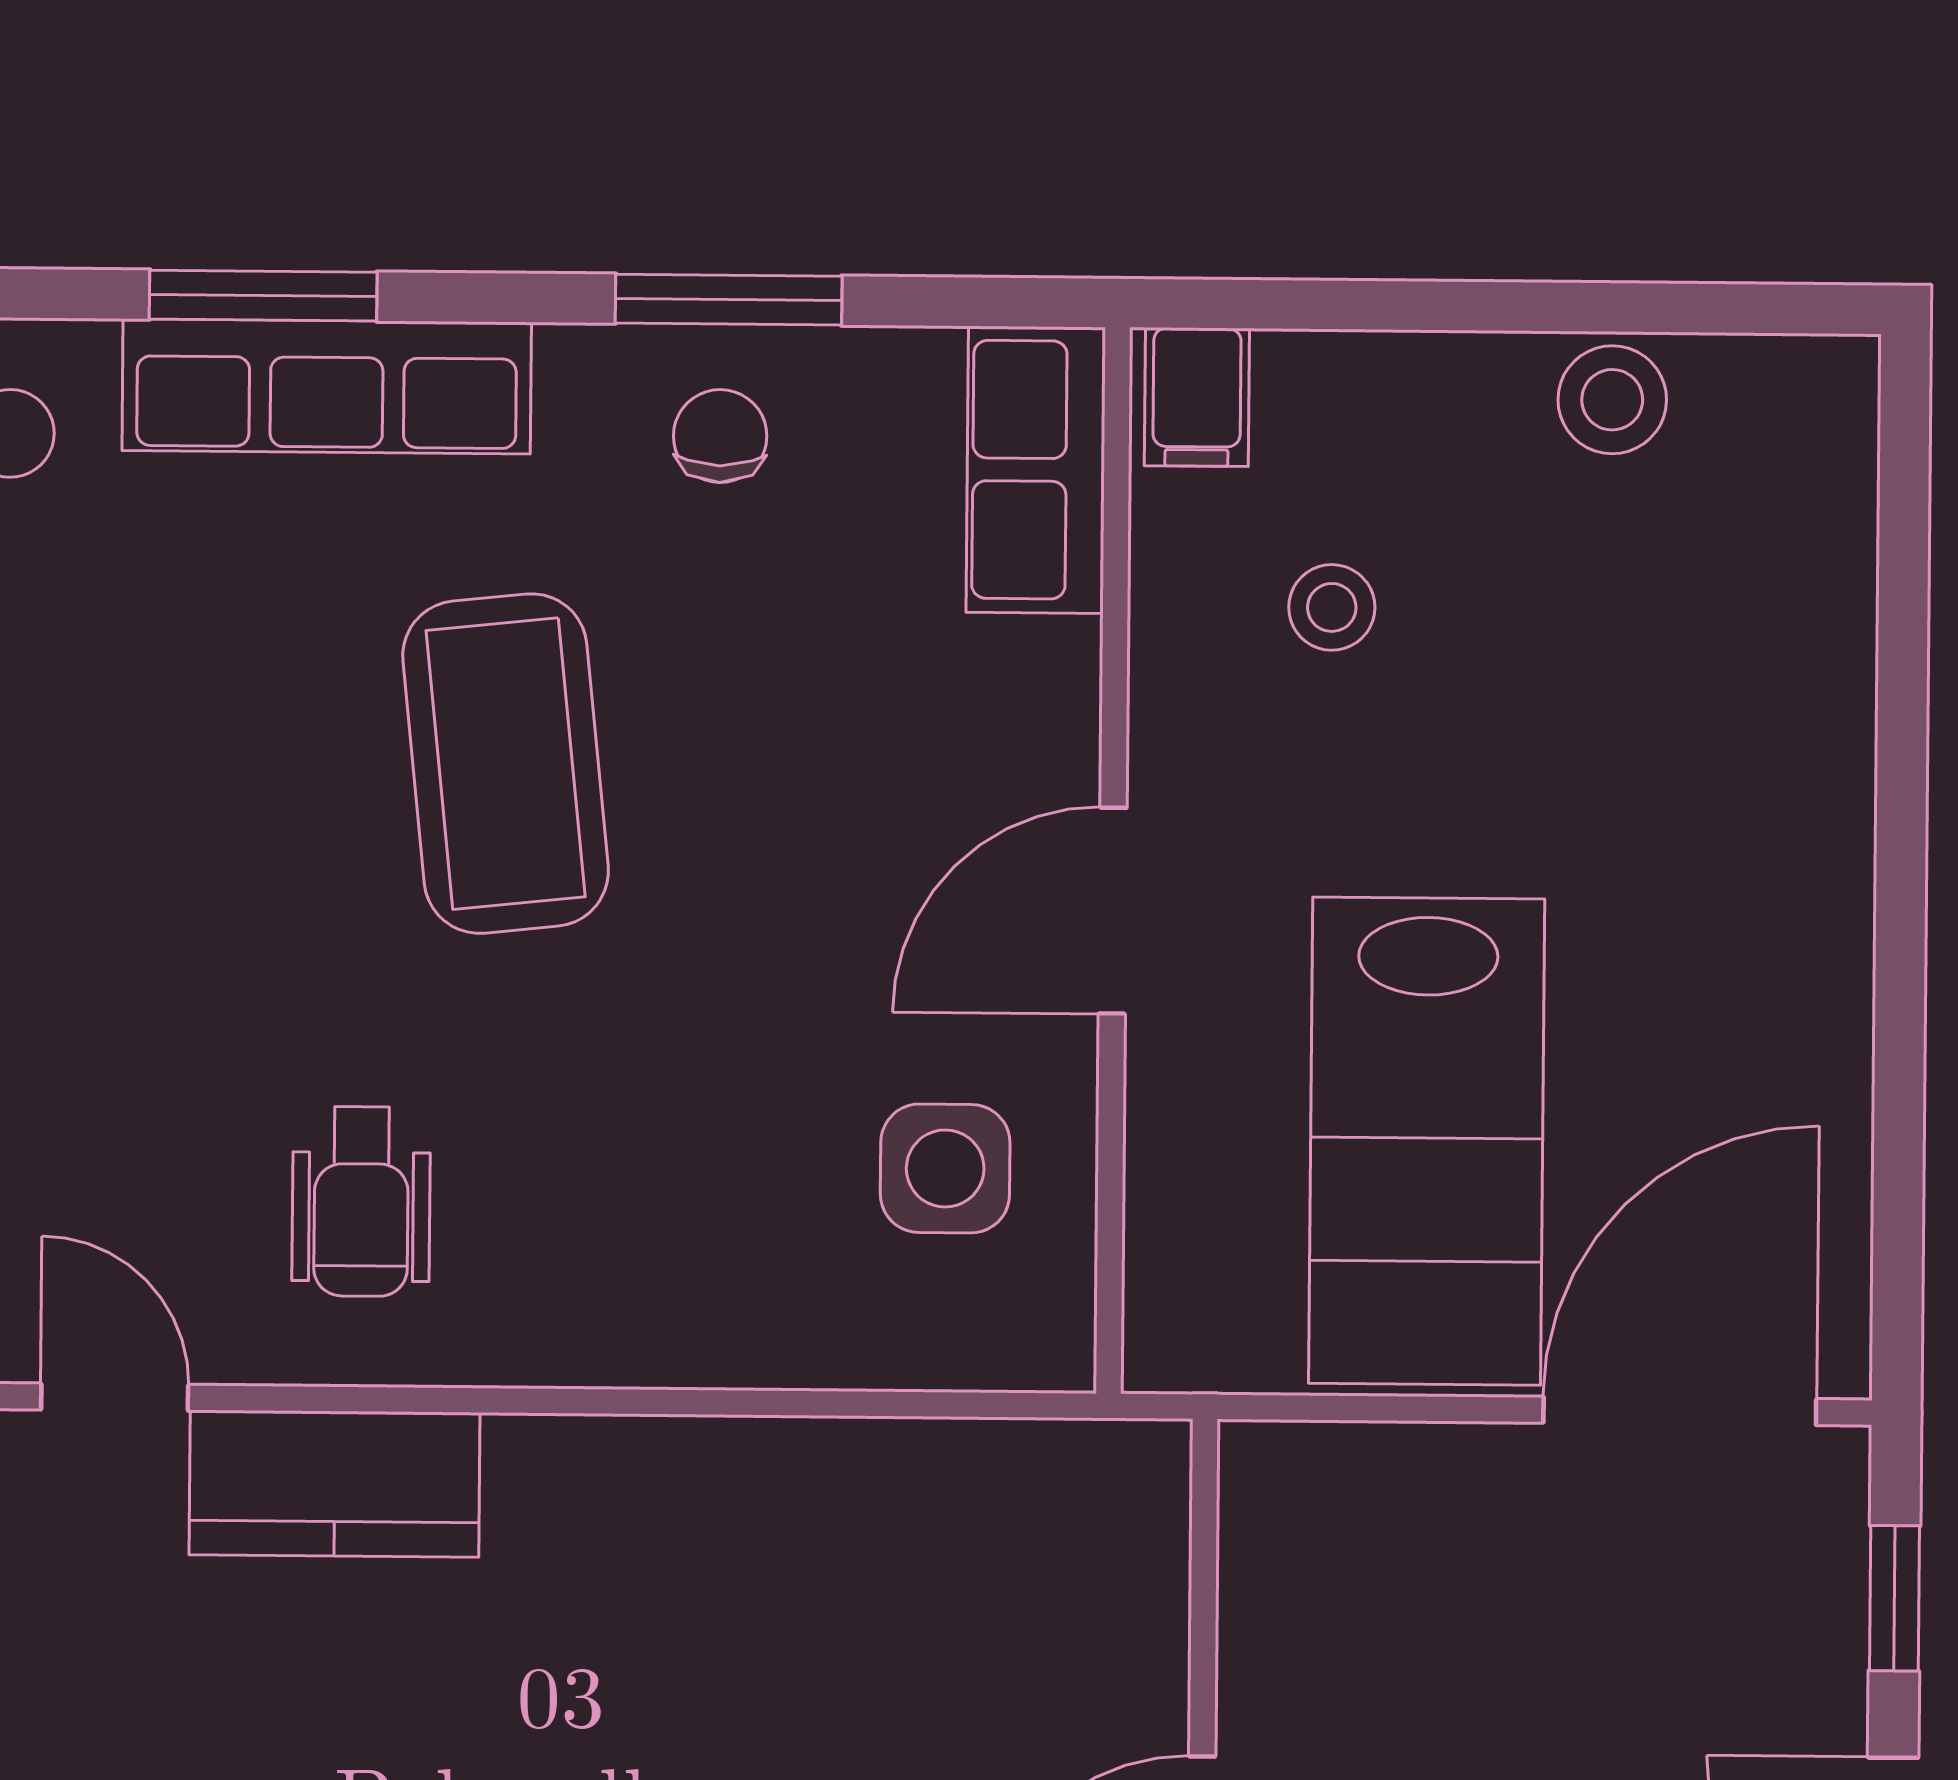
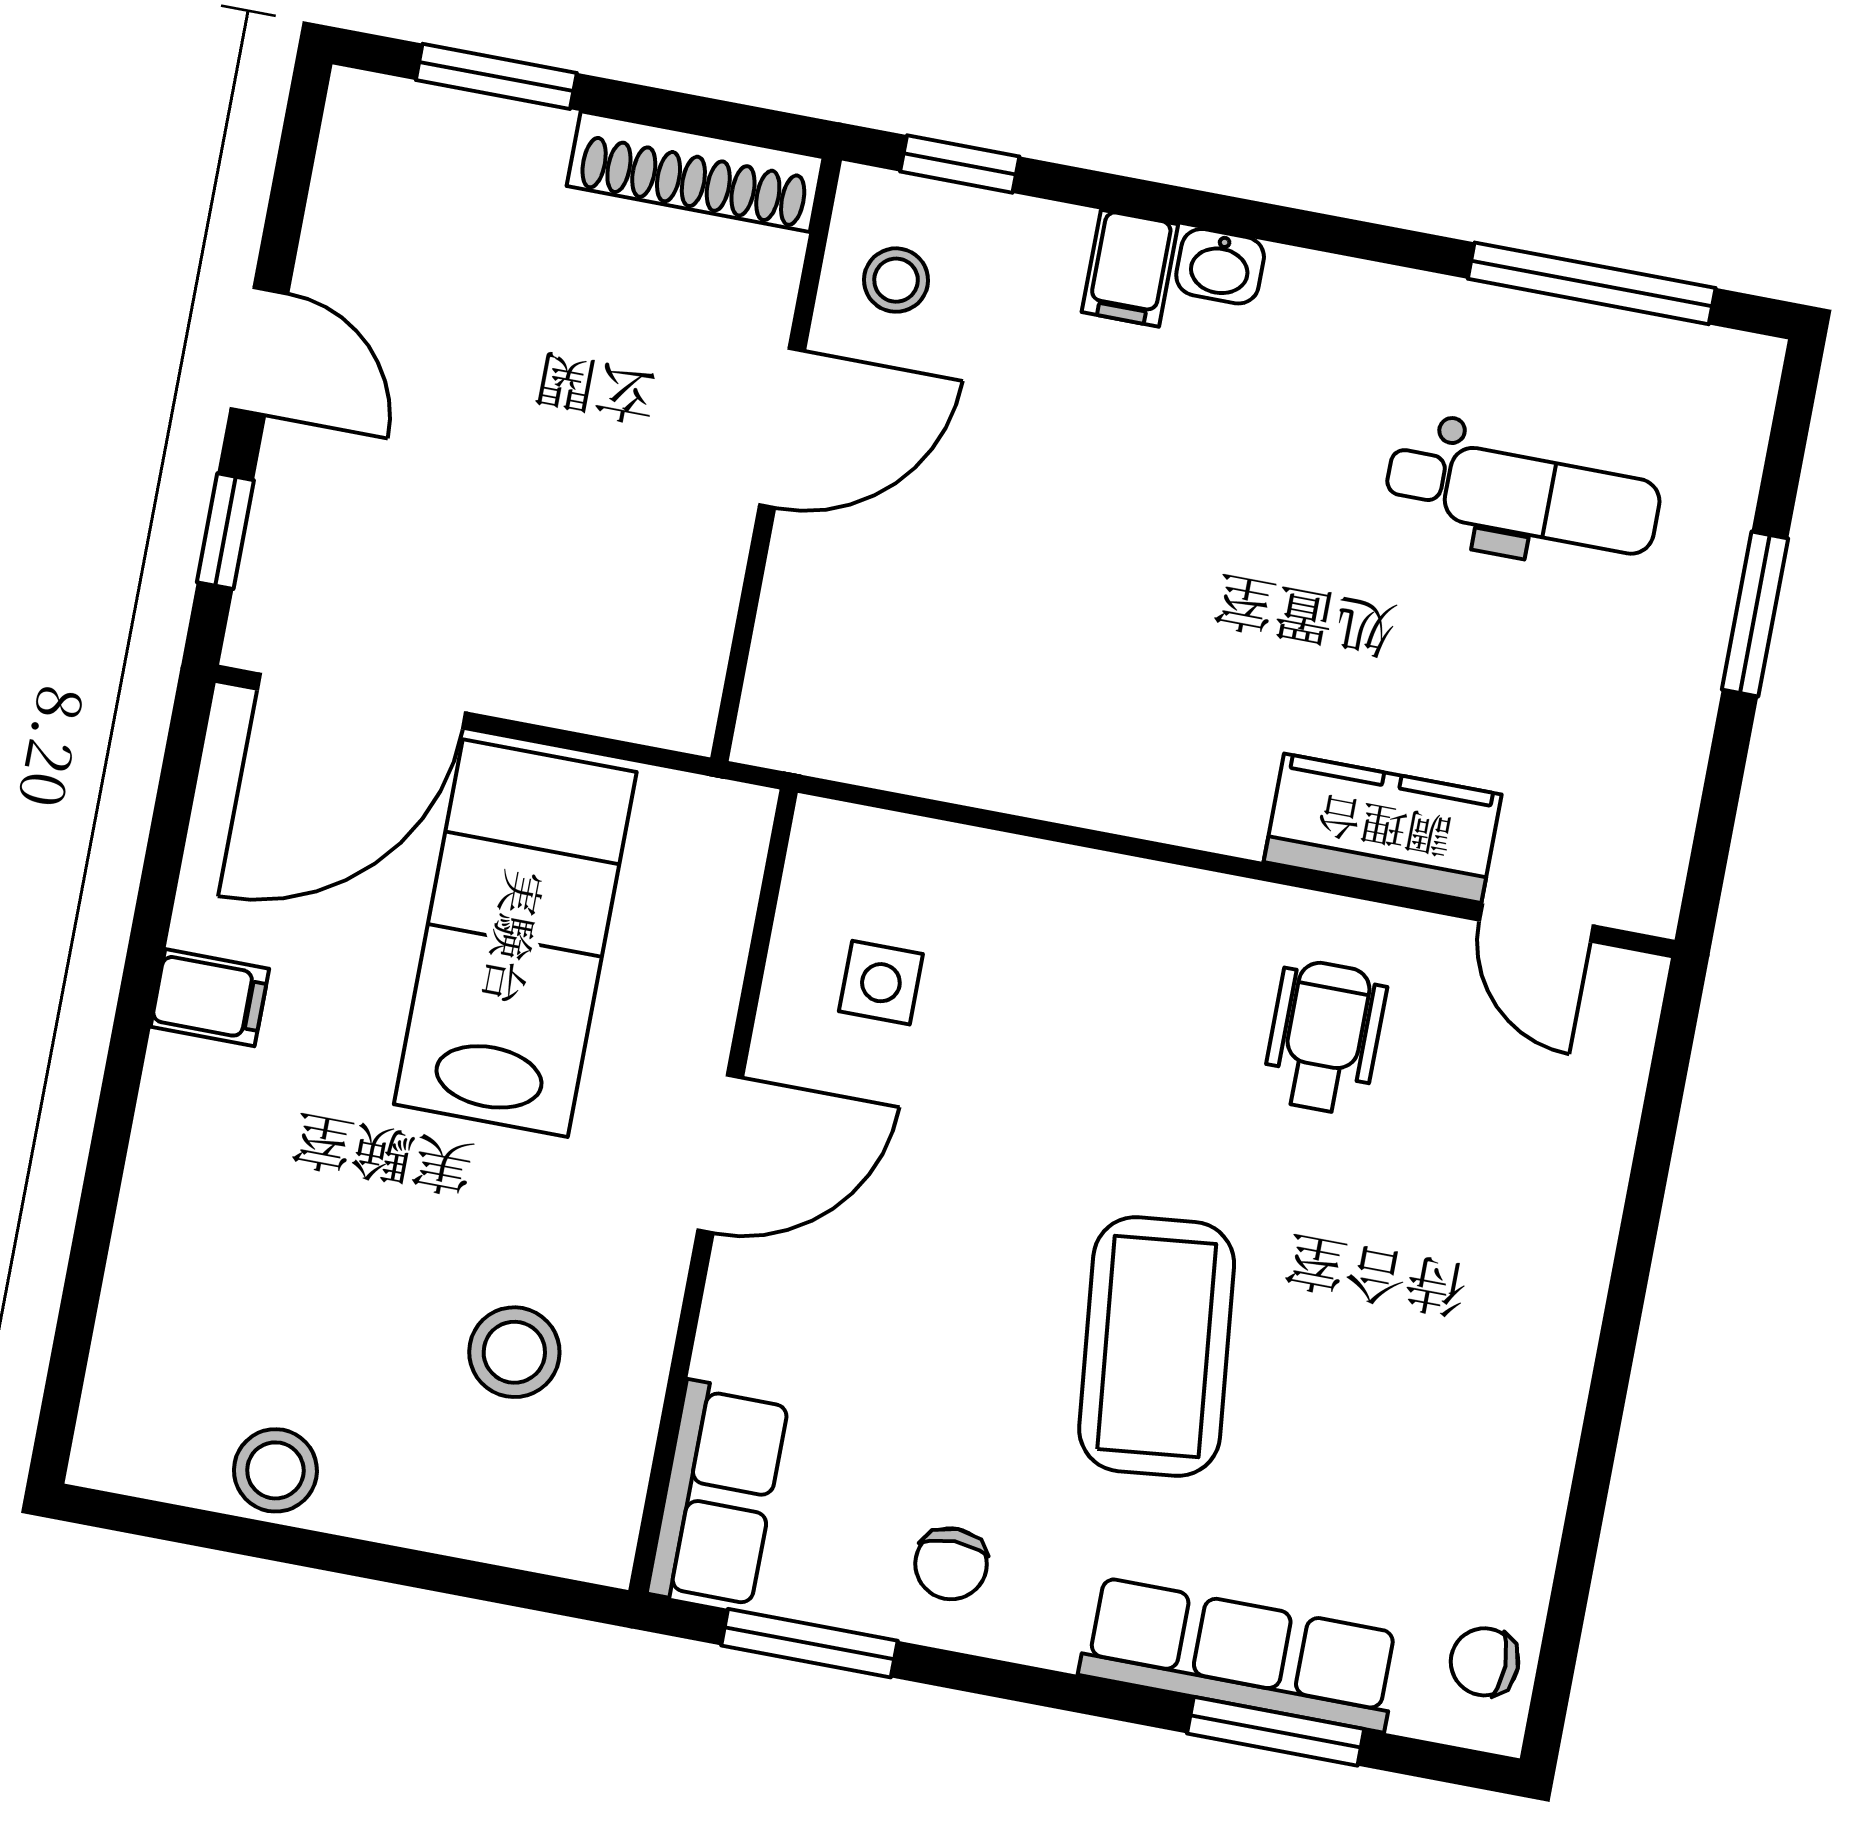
window: (729, 300) -> (809, 1643), moved
filing cabinet: (1197, 397) -> (210, 998), moved, turned 90
stool: (1332, 607) -> (514, 1352), width x1.37, depth x1.37
side table: (945, 1168) -> (881, 983), width x0.73, depth x0.73

